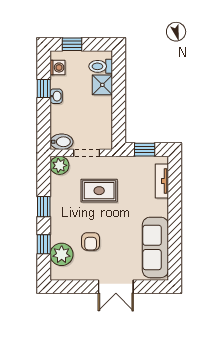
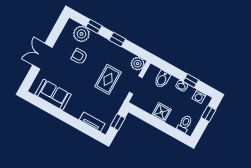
shower: (102, 85) -> (162, 112), moved
bidet: (62, 142) -> (162, 79), moved
sofa: (155, 247) -> (53, 95), width x0.73

